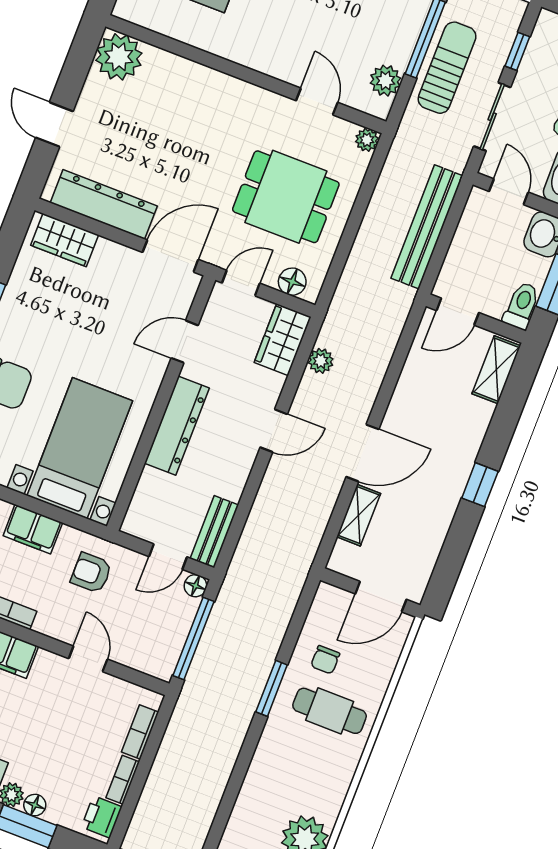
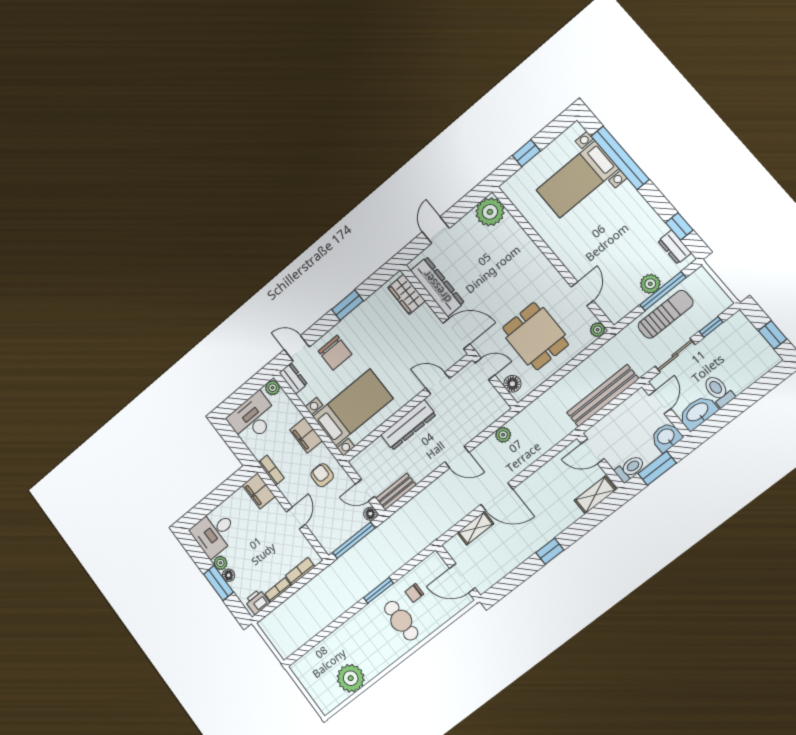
plant: (386, 81) -> (650, 284), moved
wardrobe: (283, 340) -> (489, 412), removed

